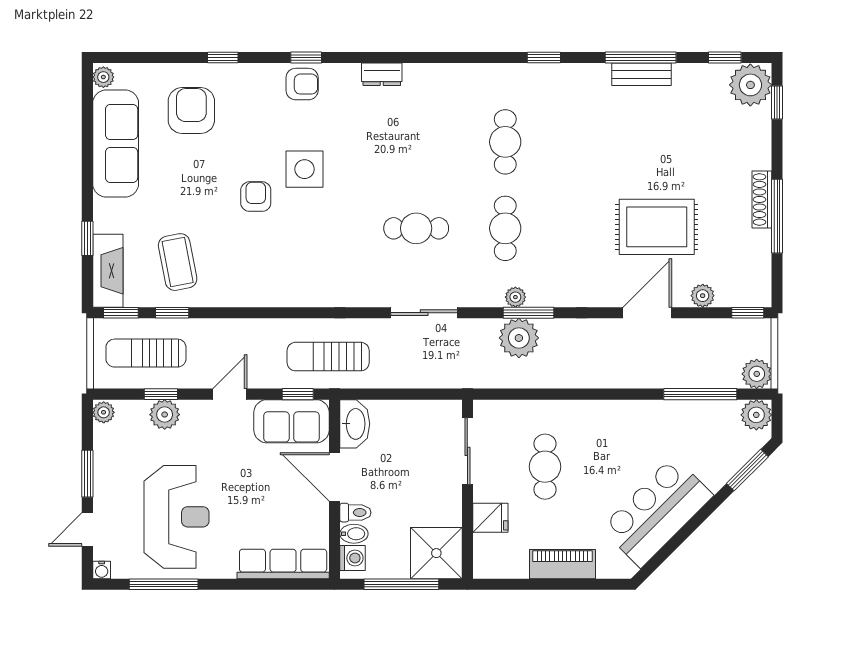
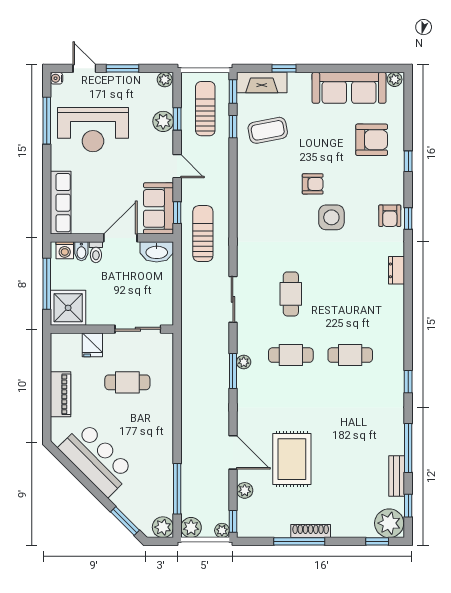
bench: (641, 74) -> (397, 476), moved
plant: (519, 338) -> (222, 530), moved, width x0.53, depth x0.53

